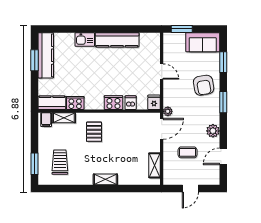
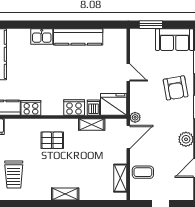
fridge: (154, 102) -> (114, 104), width x1.88, depth x1.34
shelving: (64, 118) -> (92, 125), moved
pallet: (94, 132) -> (52, 140), turned 90
coffee table: (188, 152) -> (143, 172), moved
trolley: (60, 162) -> (14, 175), turned 180

